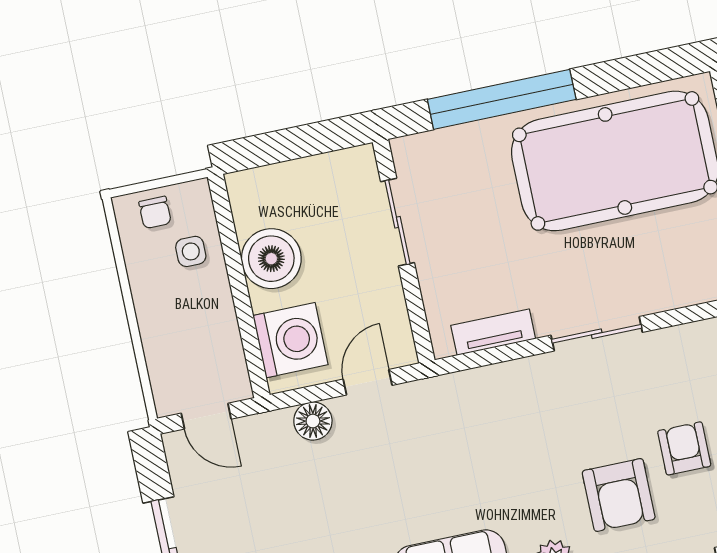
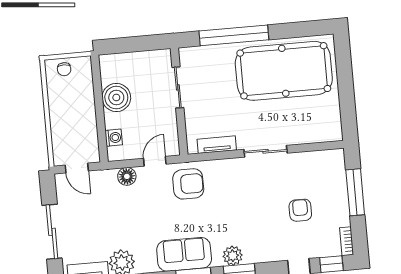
side table: (191, 251) -> (79, 90), removed
washing machine: (290, 340) -> (114, 138), width x0.53, depth x0.53
armchair: (619, 495) -> (188, 184), moved, turned -90

